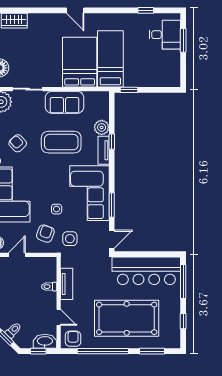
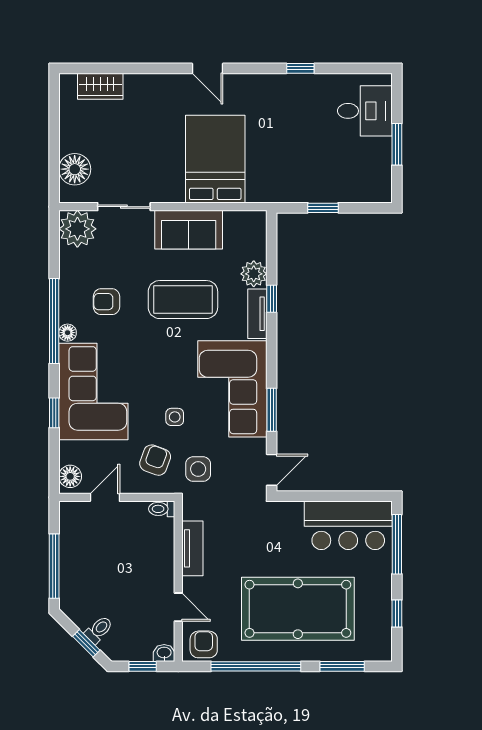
window: (146, 10) -> (300, 68), moved
window: (183, 40) -> (397, 144), moved
bed: (110, 59) -> (269, 154), removed
window: (129, 90) -> (323, 208), moved
armchair: (18, 143) -> (106, 302), turned -47
bar counter: (146, 271) -> (348, 525), width x0.73
toilet: (49, 287) -> (162, 509), moved
washbasin: (45, 341) -> (164, 653), width x0.52, depth x0.69

